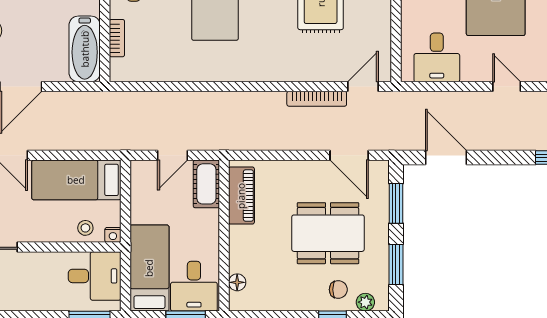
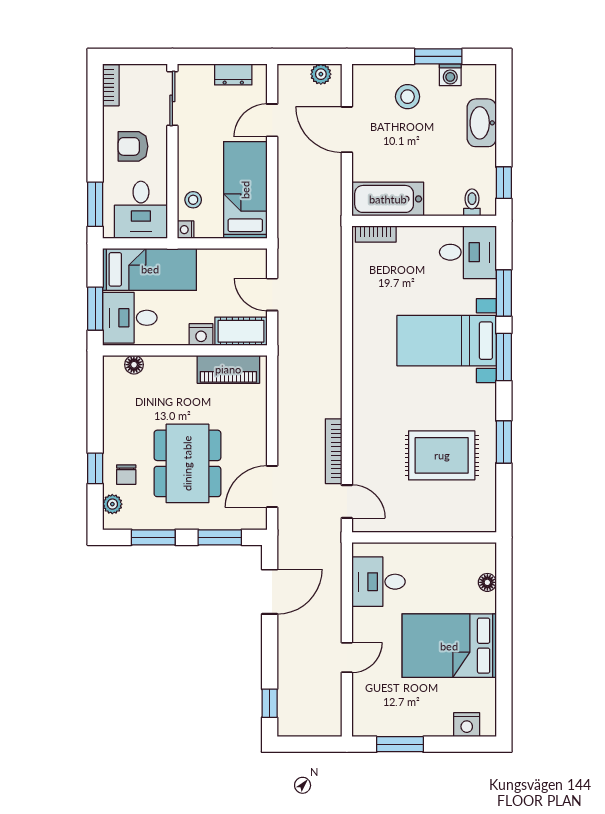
bookcase: (117, 38) -> (376, 234), moved
nightstand: (209, 221) -> (201, 335), added
armchair: (36, 283) -> (133, 146), added

